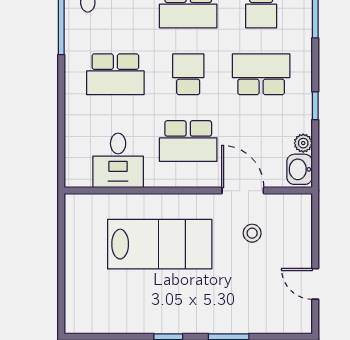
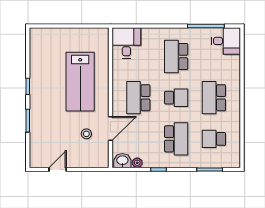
desk: (118, 160) -> (126, 43), moved, turned 90

